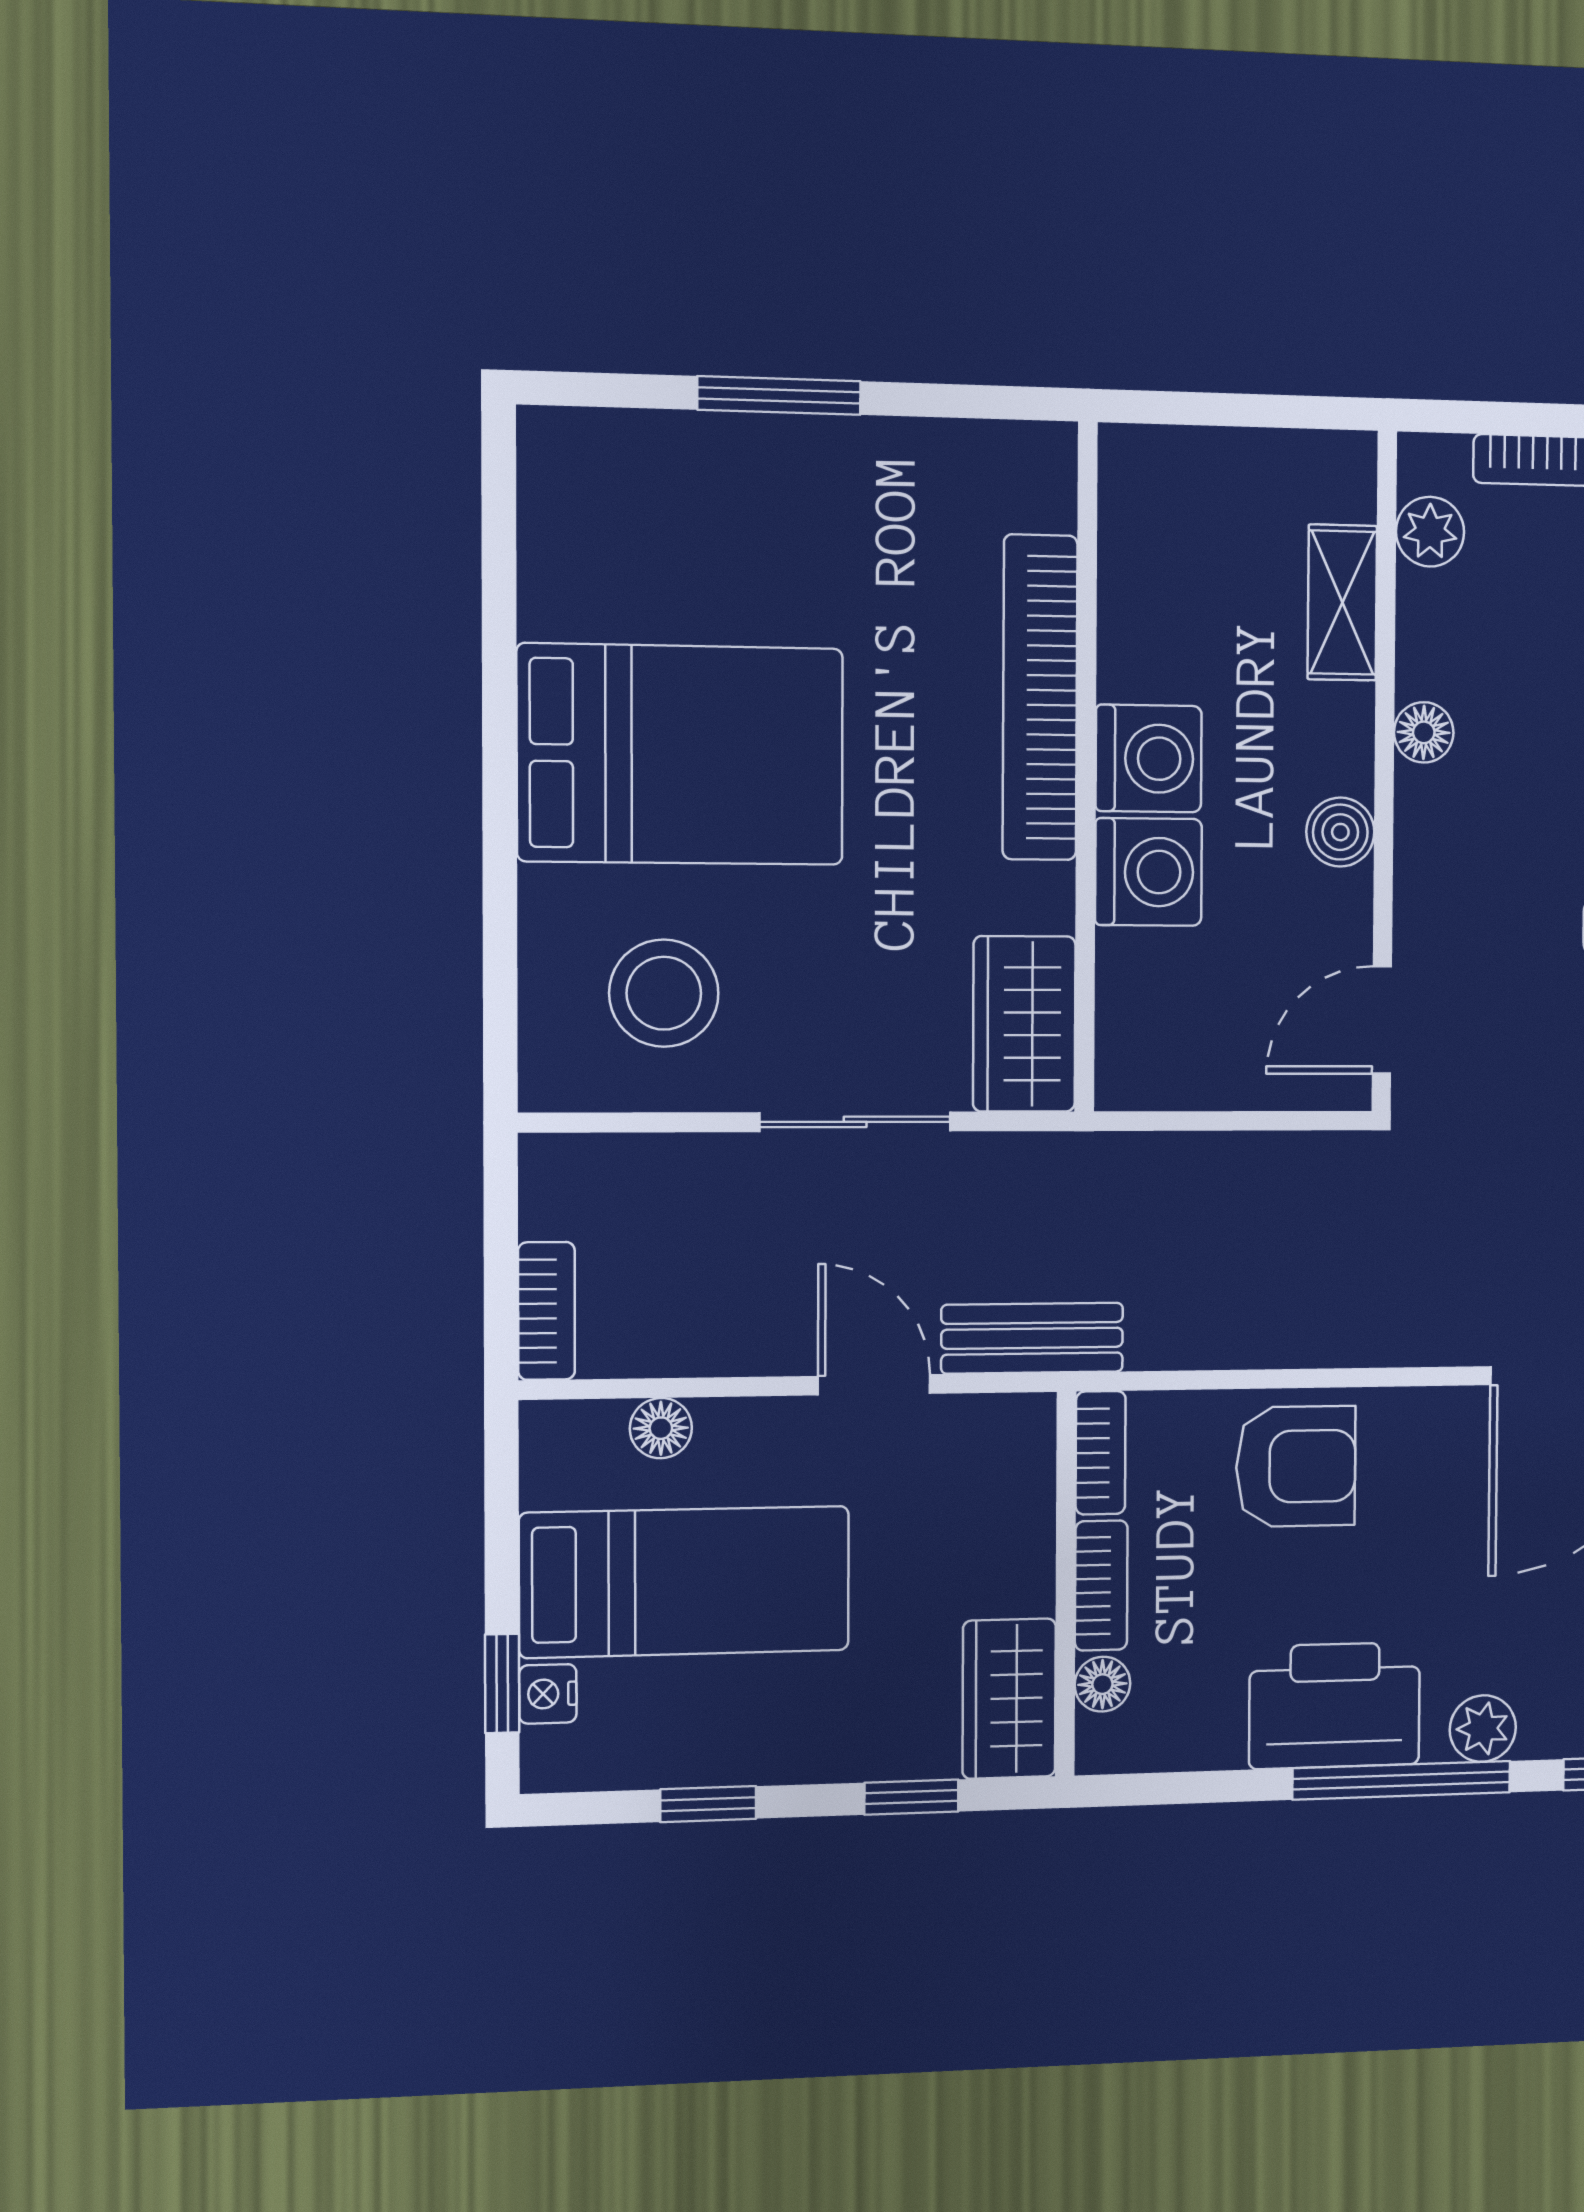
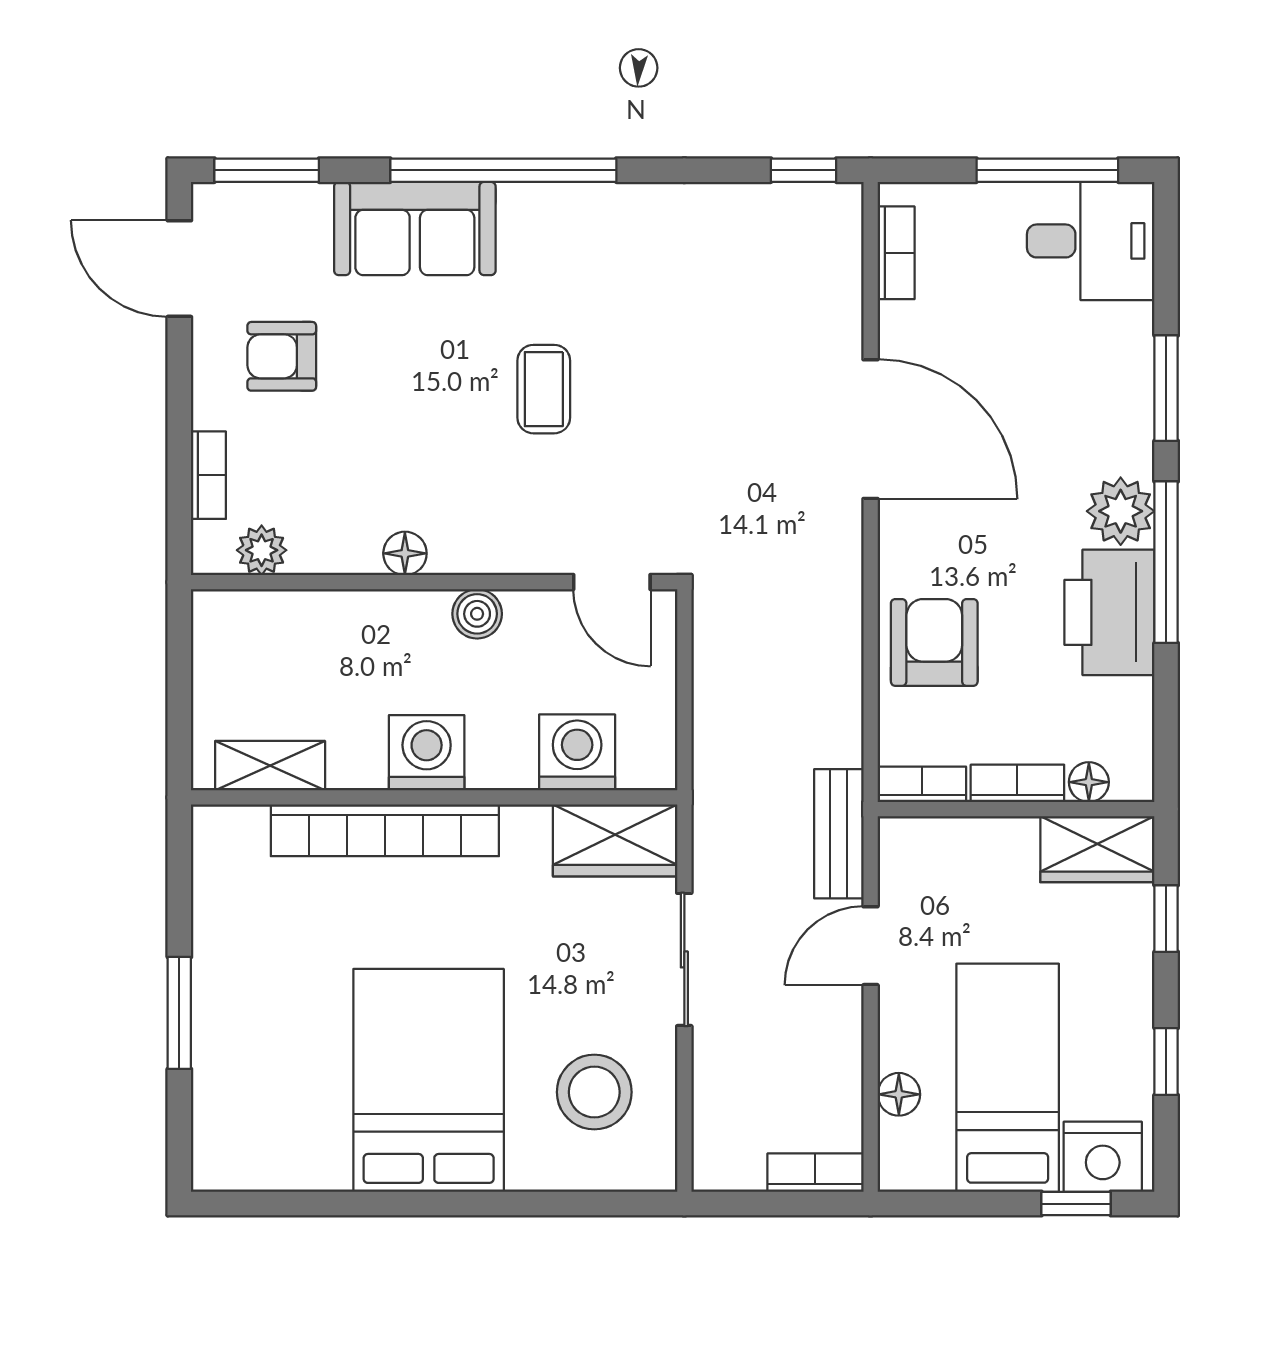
shelving: (1342, 603) -> (270, 766), moved
washing machine: (1148, 872) -> (577, 752), moved
nightstand: (548, 1694) -> (1103, 1157), width x1.89, depth x1.79
plant: (1483, 1729) -> (1121, 511), width x1.38, depth x1.38

